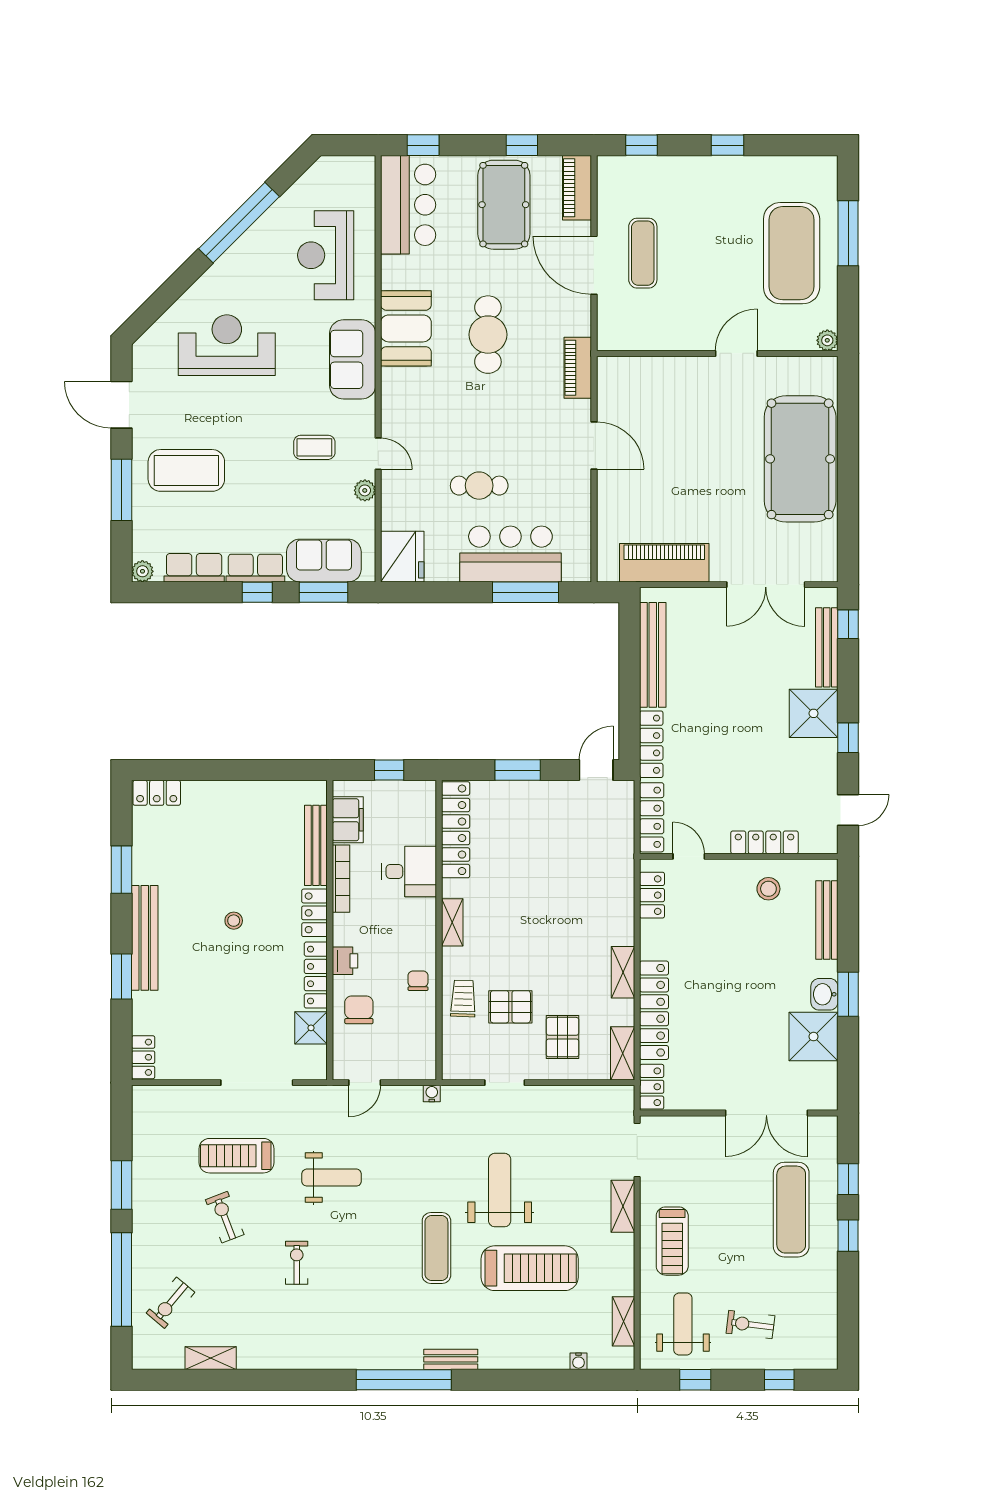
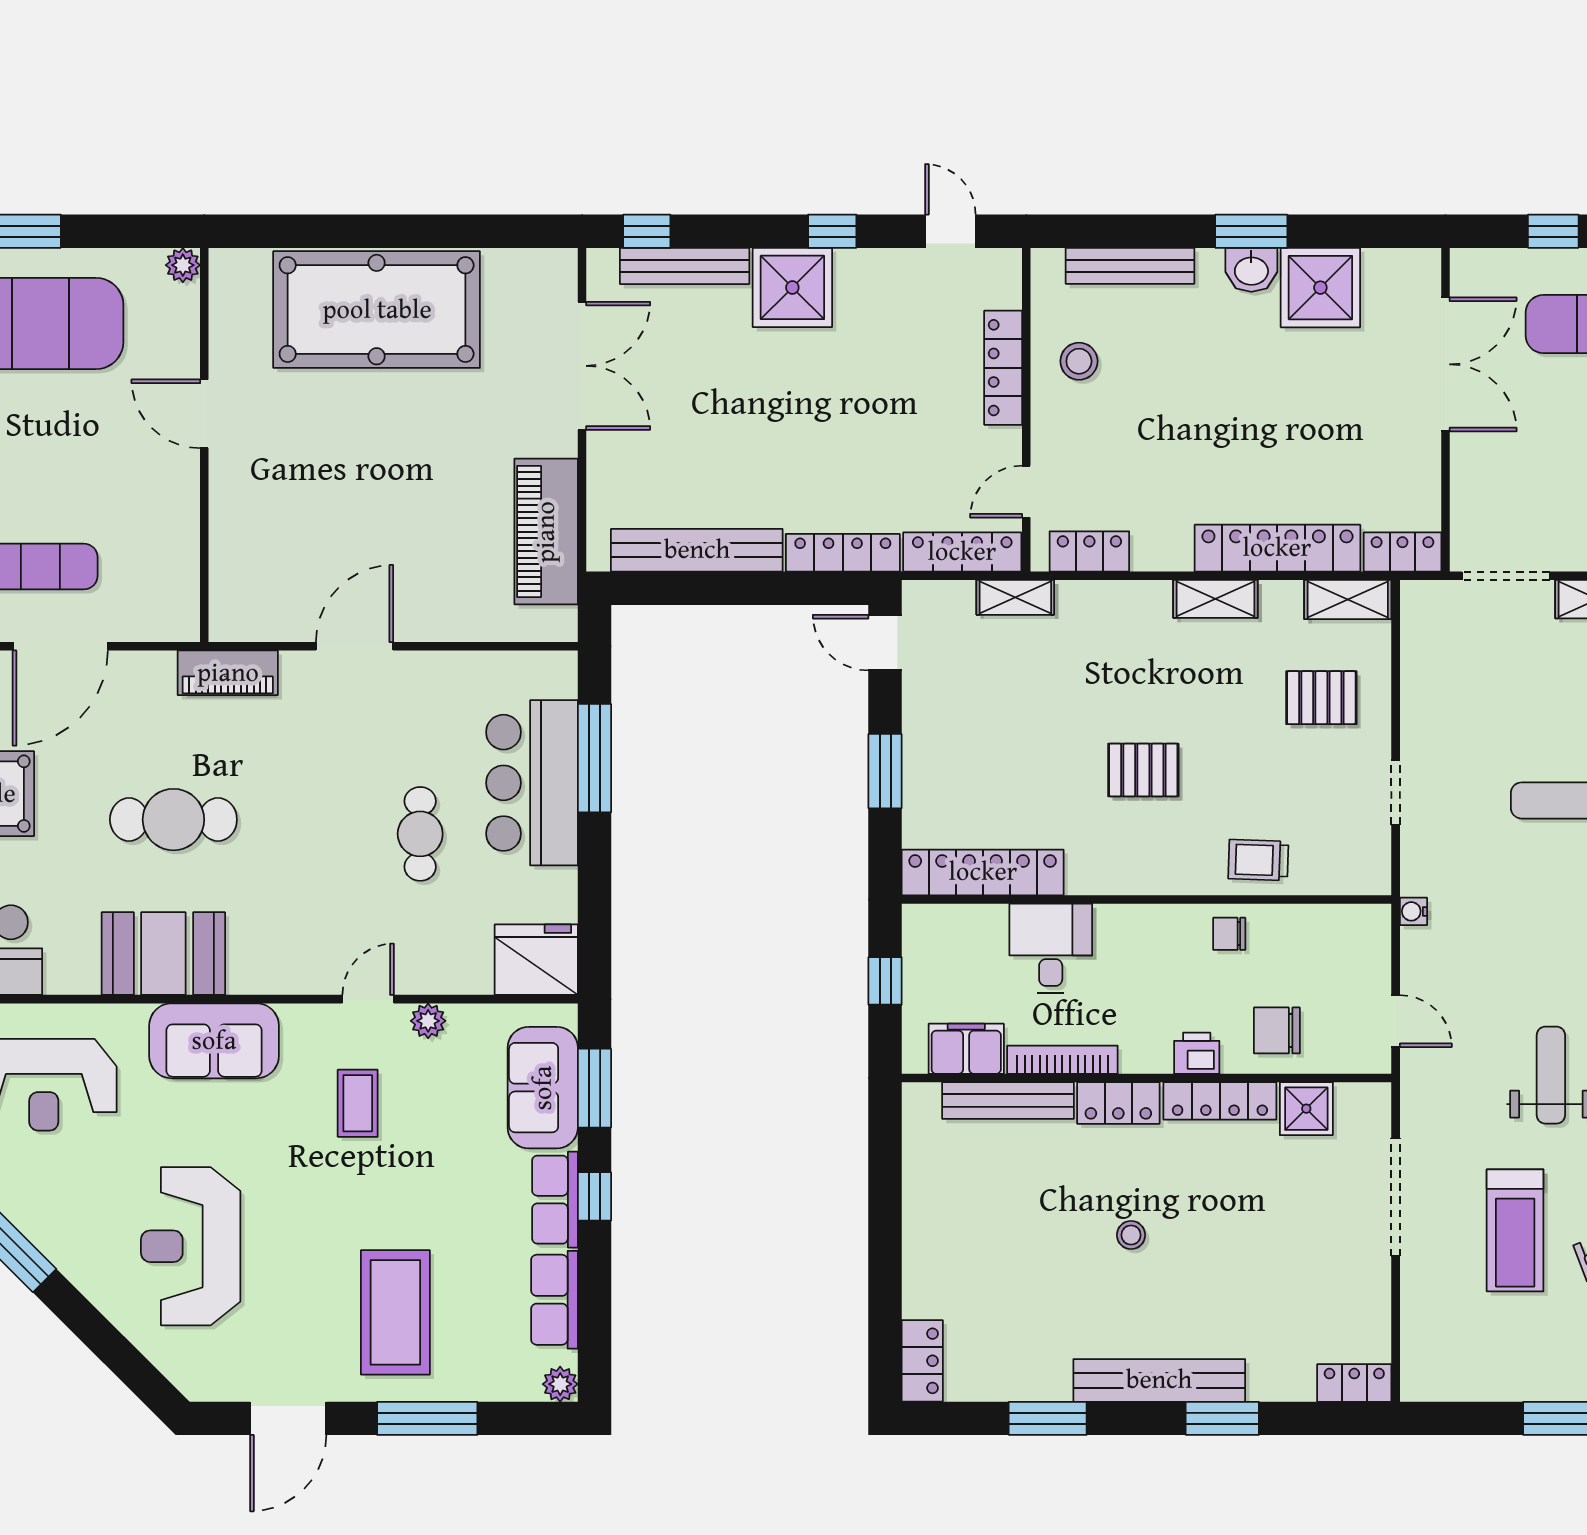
shelving: (452, 922) -> (1015, 597), moved
pallet: (510, 1007) -> (1143, 770), moved, turned 90

